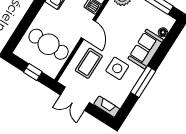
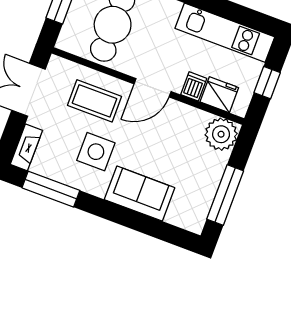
floor lamp: (163, 32) -> (174, 217), removed
window: (143, 82) -> (51, 189), moved

